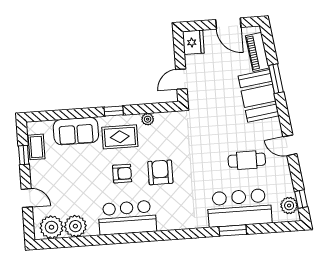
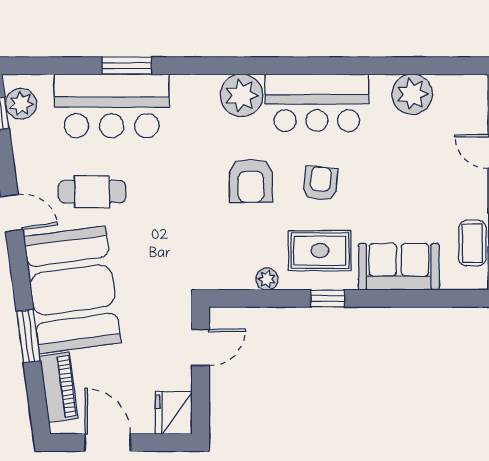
booth: (259, 96) -> (72, 290), width x1.36, depth x1.42
armchair: (122, 174) -> (320, 184), turned 95
plant: (51, 227) -> (242, 95), moved

